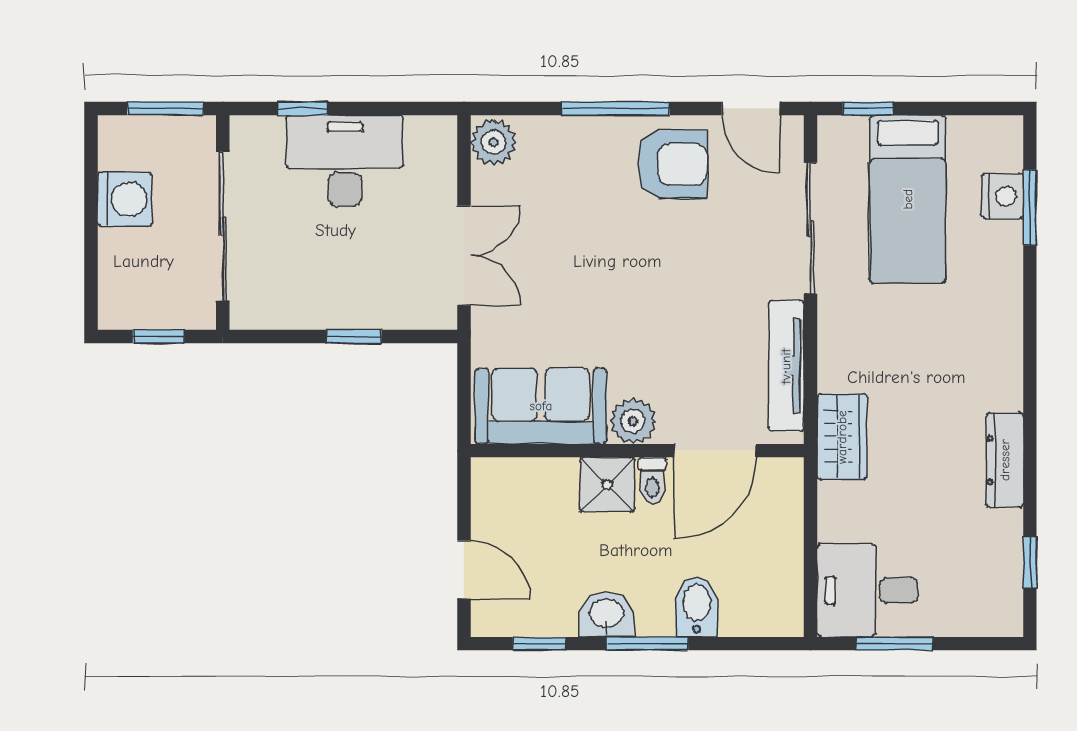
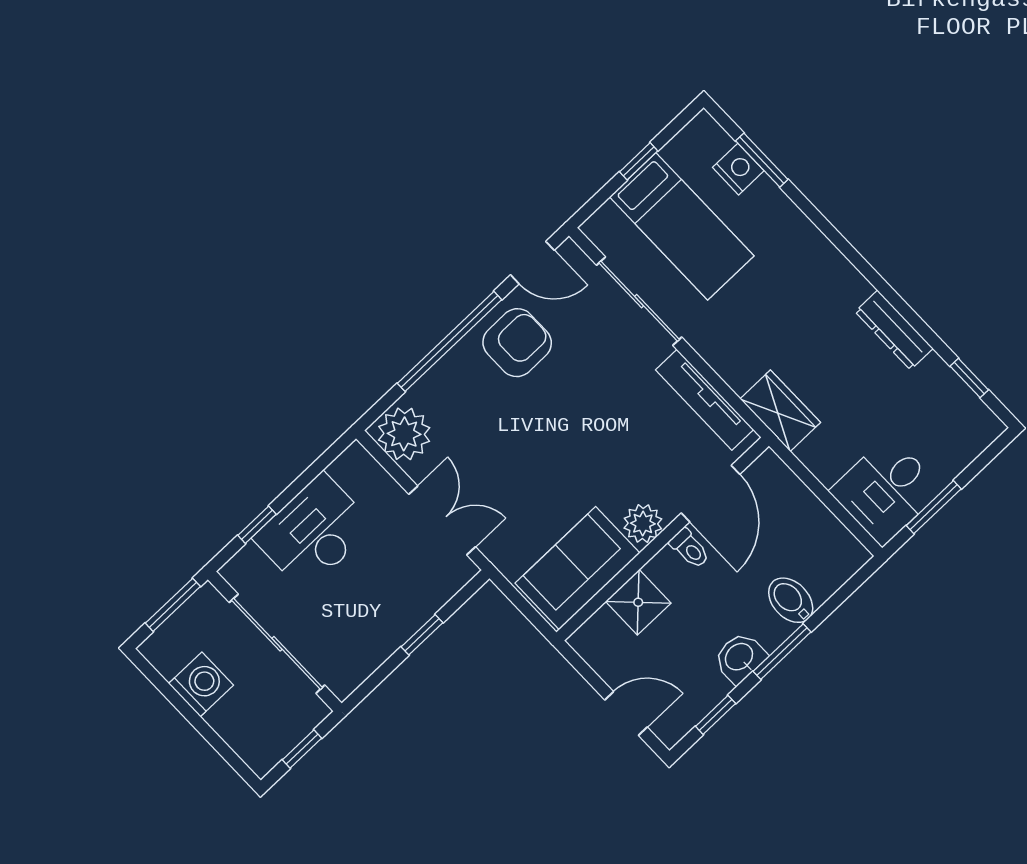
window: (616, 108) -> (449, 341), width x1.46
window: (868, 108) -> (639, 161), moved
plant: (494, 142) -> (404, 434), width x1.36, depth x1.36
shower: (607, 485) -> (638, 602), moved

